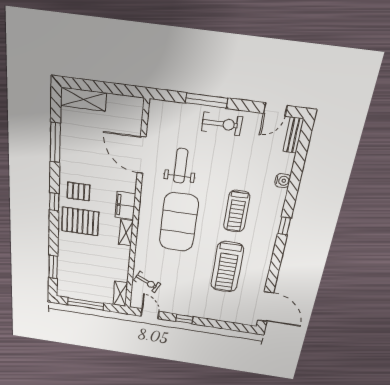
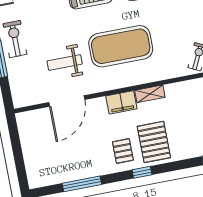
shelving: (83, 99) -> (34, 167), removed

